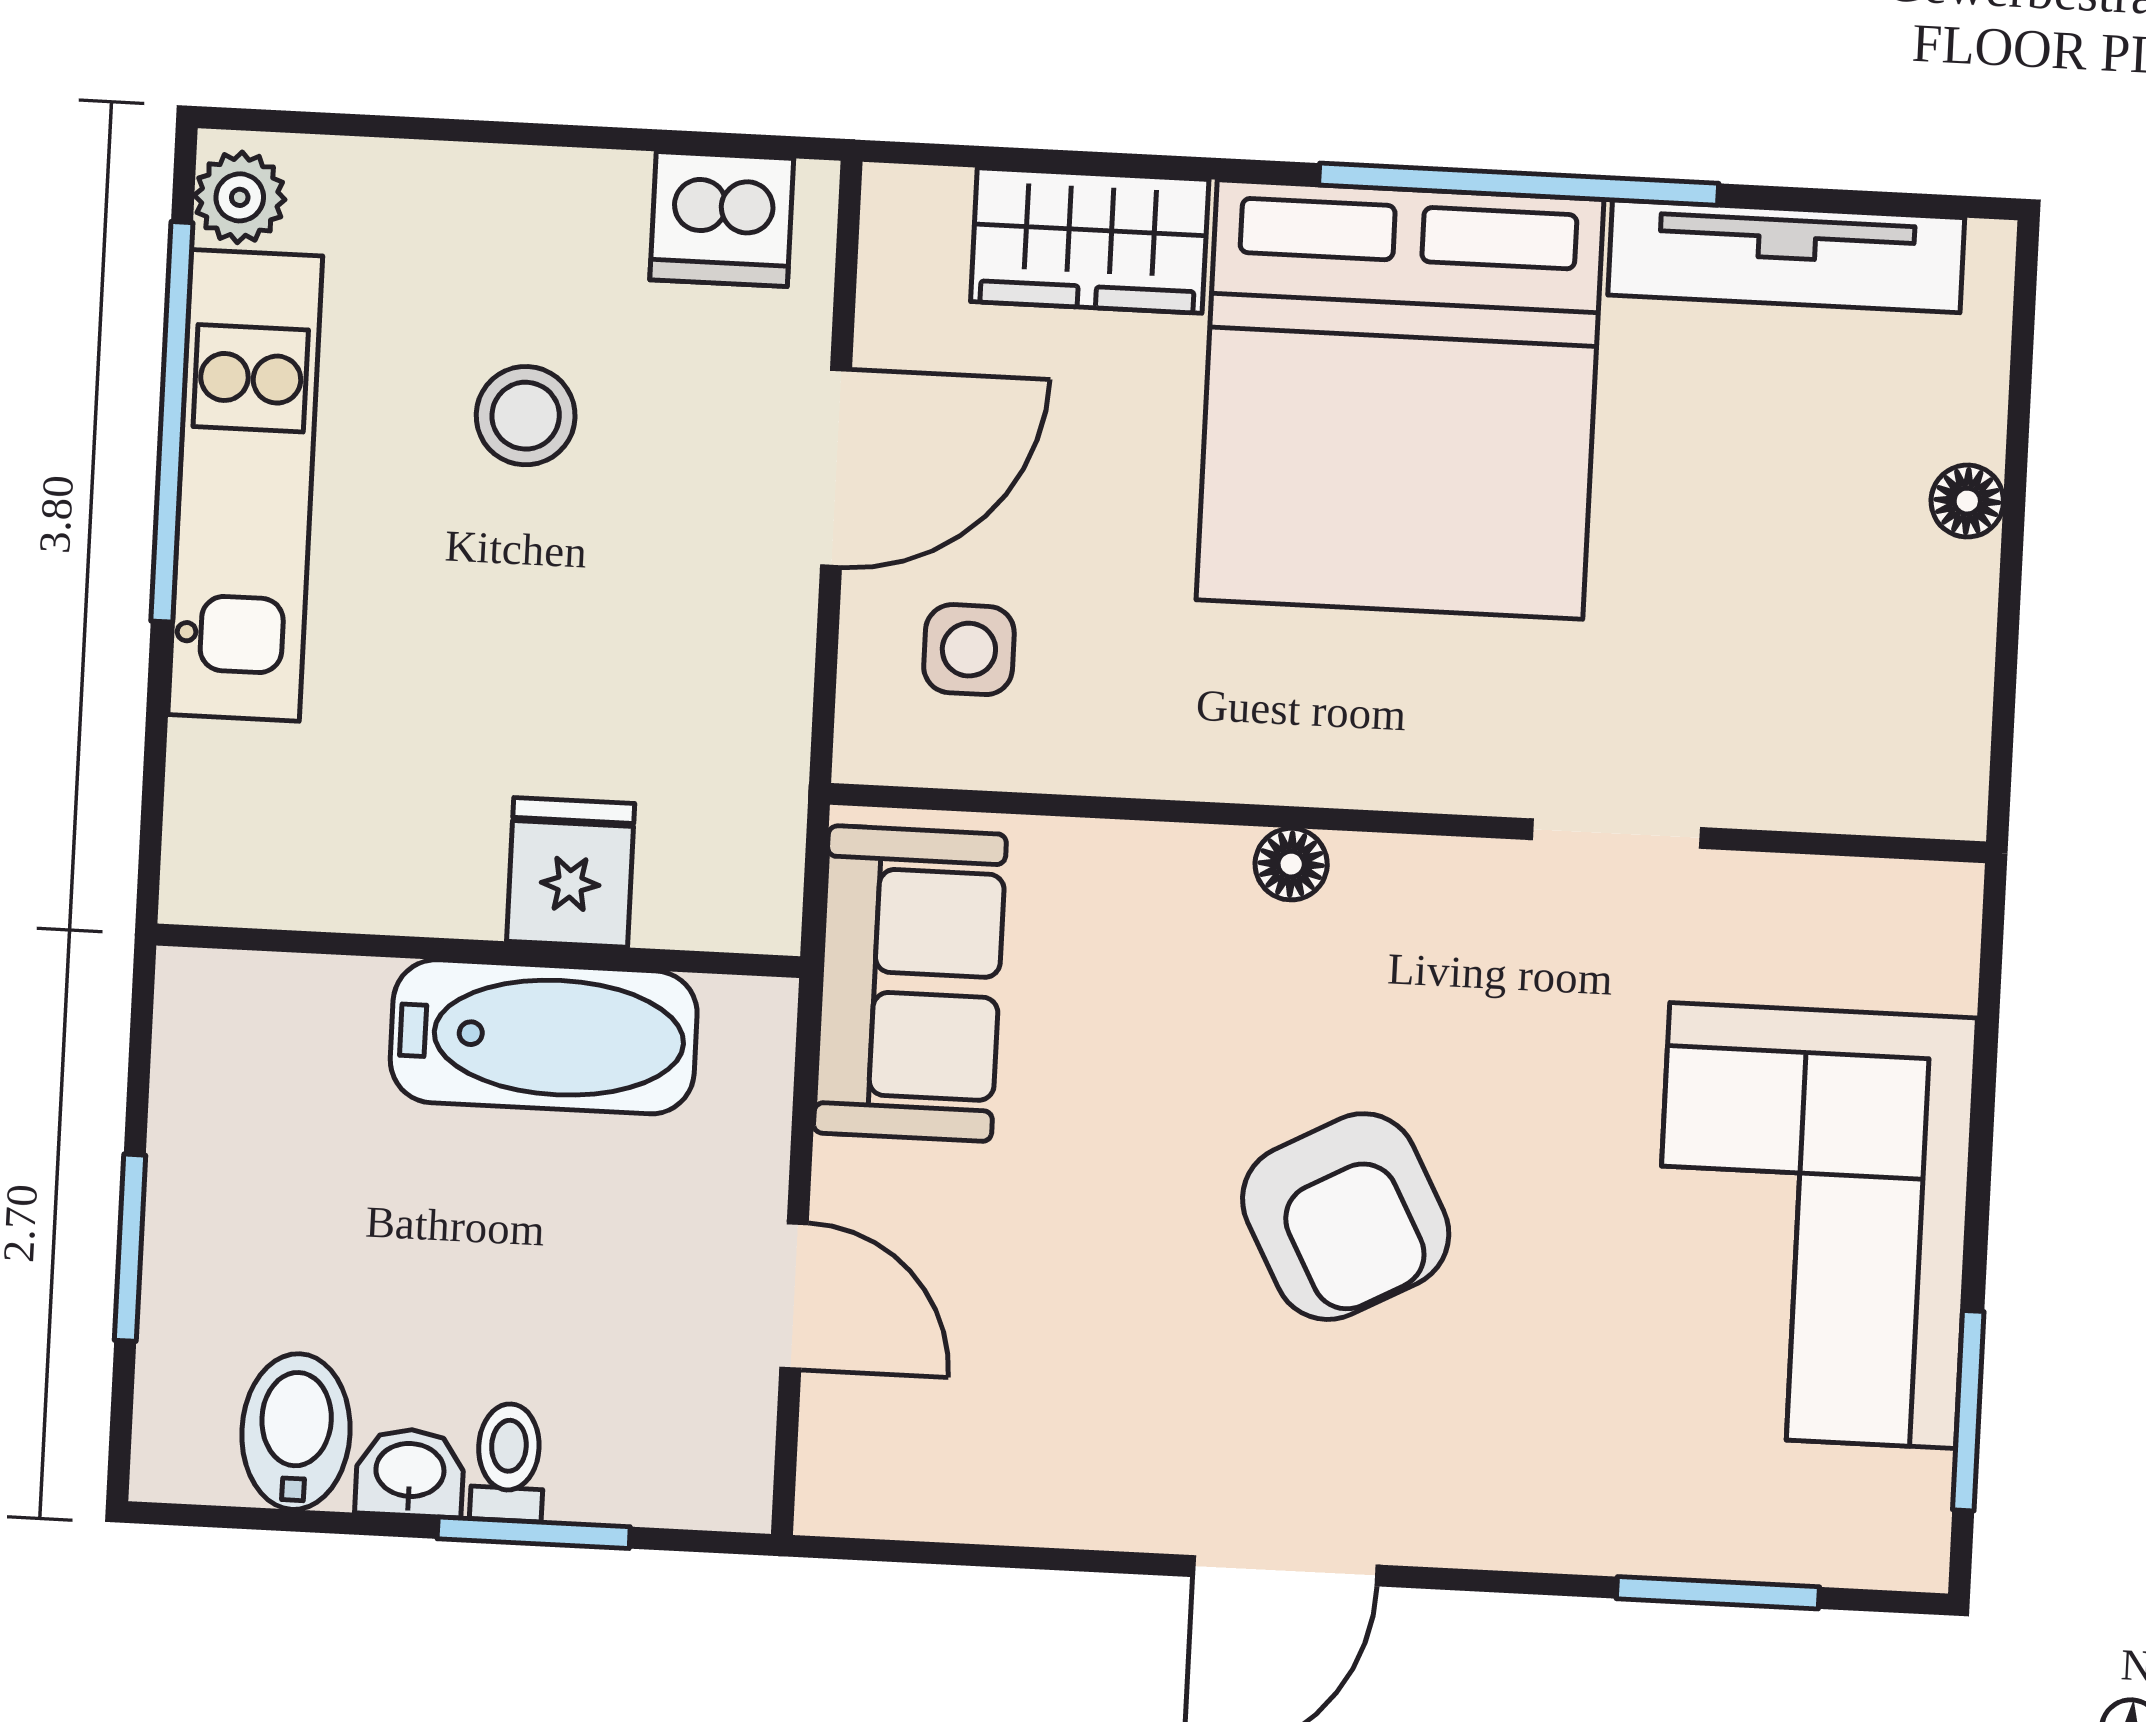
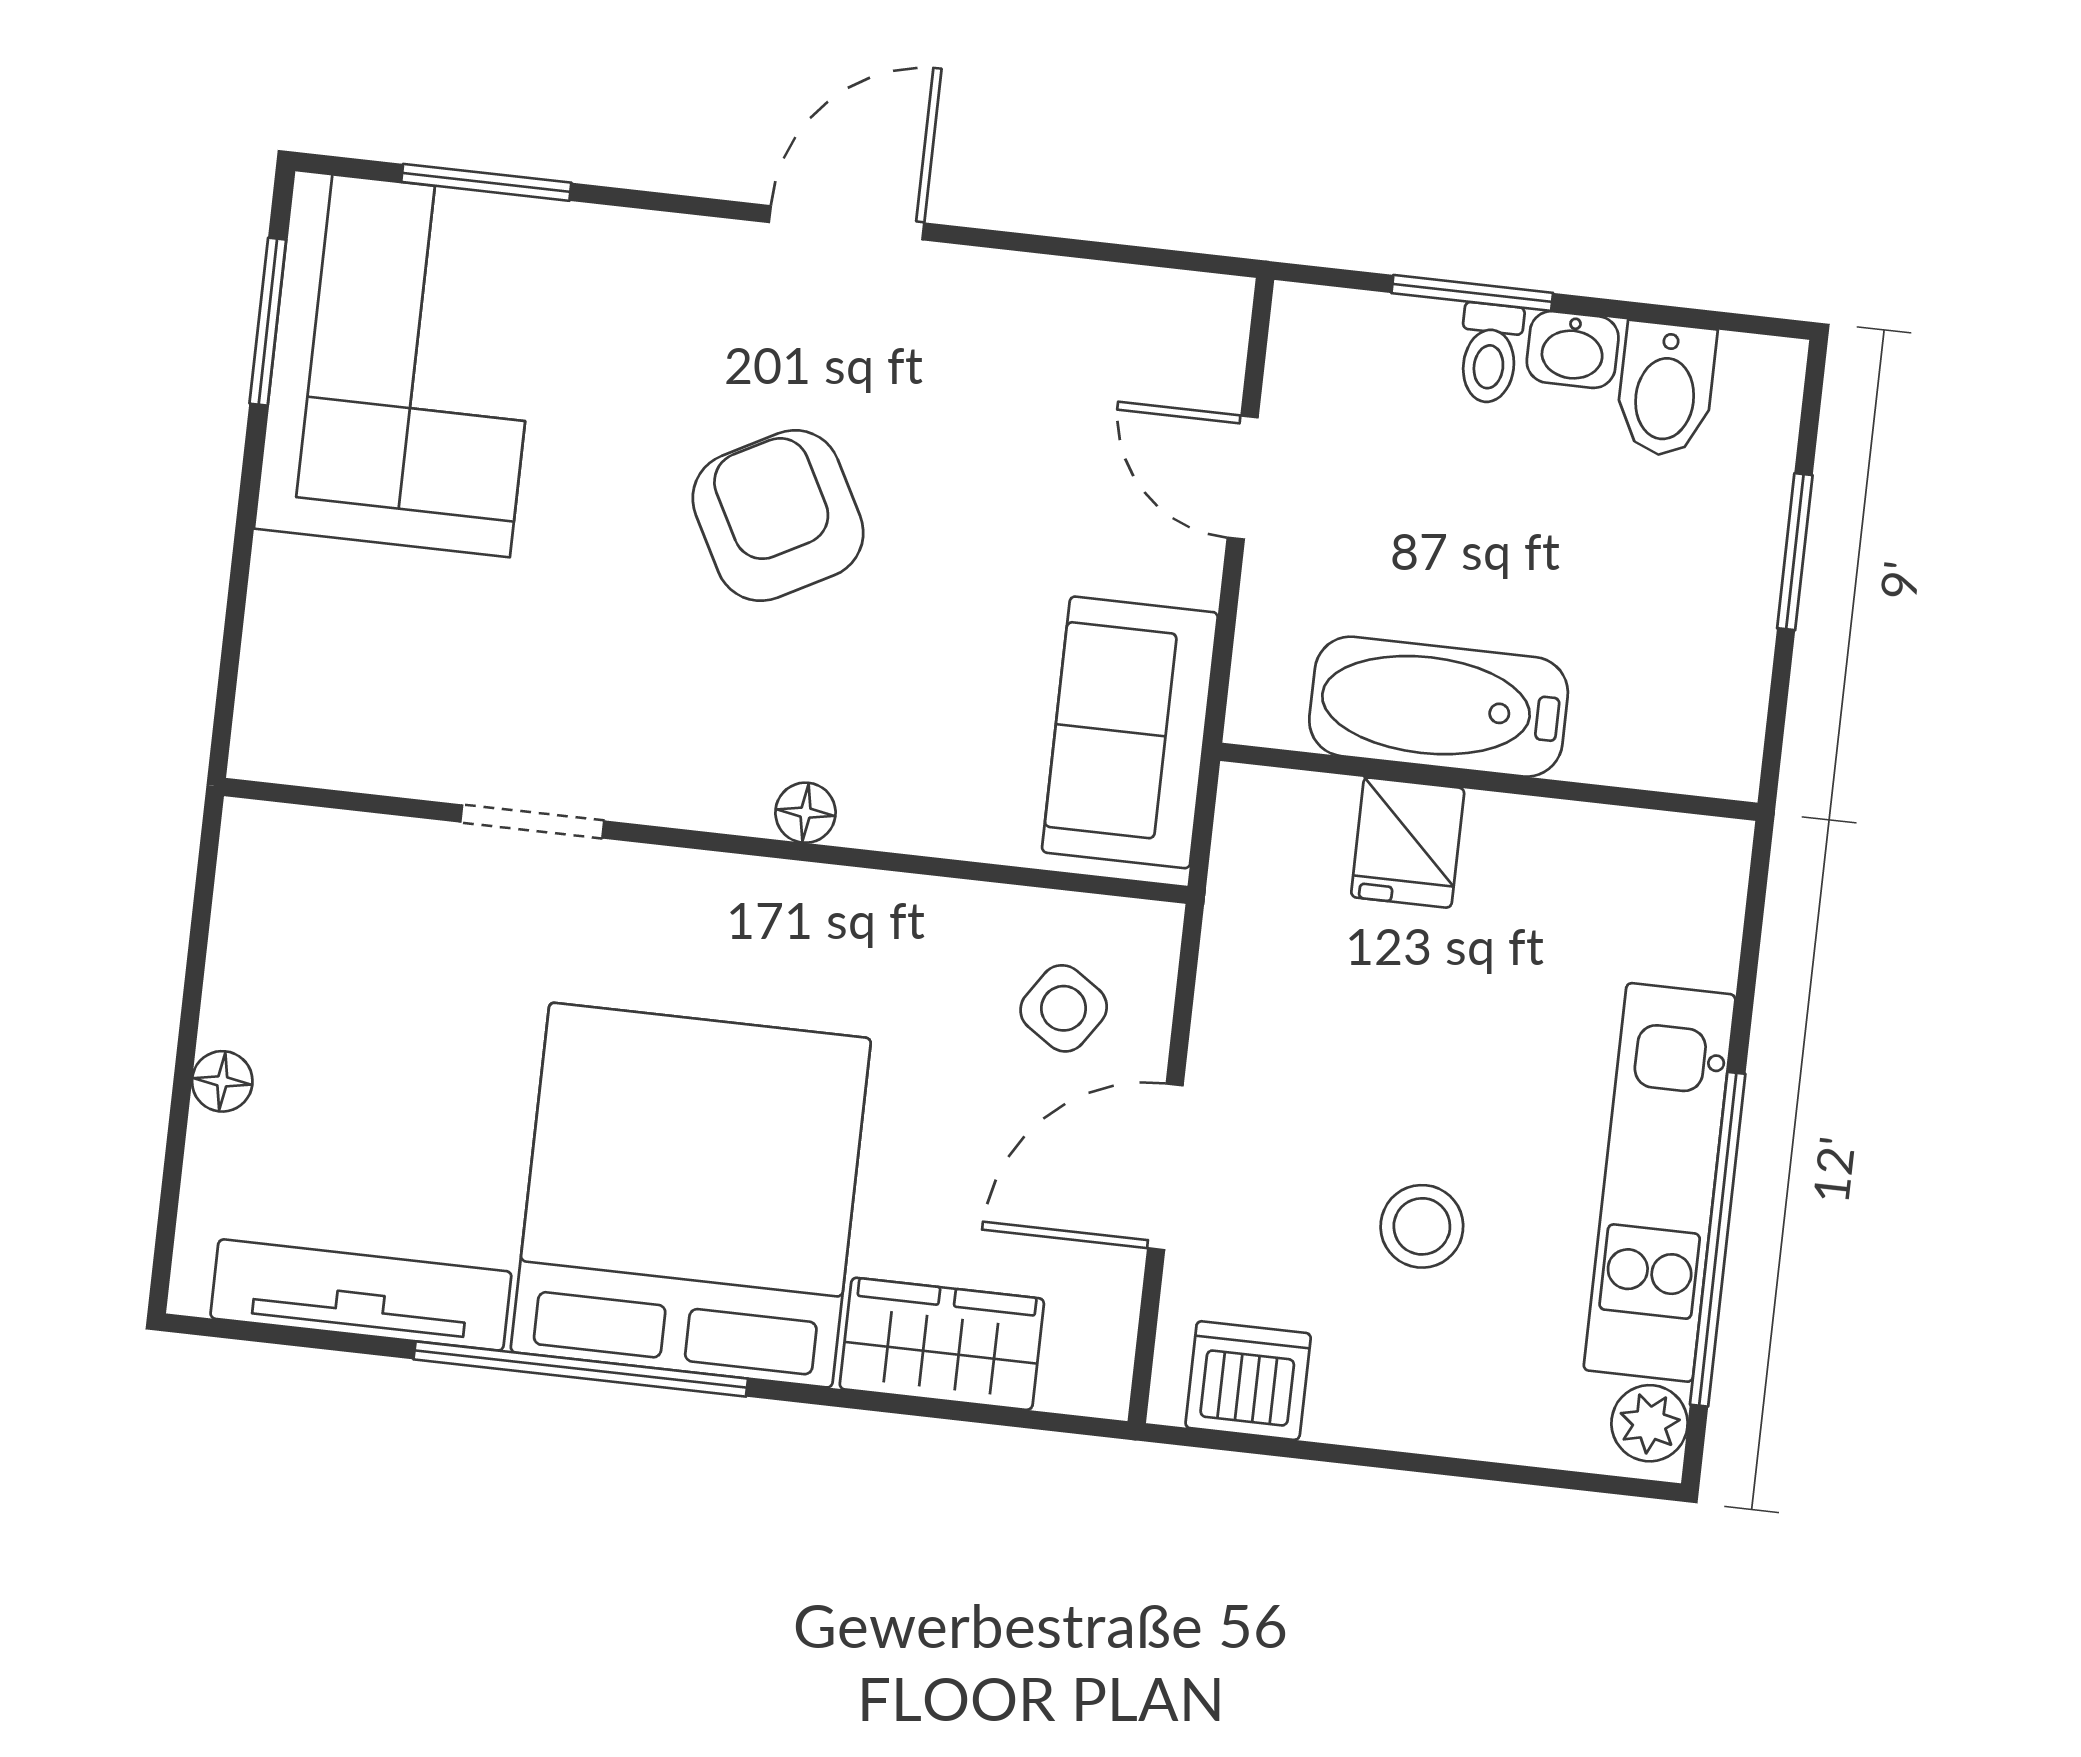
side table: (969, 650) -> (1064, 1008), turned 34
corner sofa: (1813, 1226) -> (402, 364), moved

